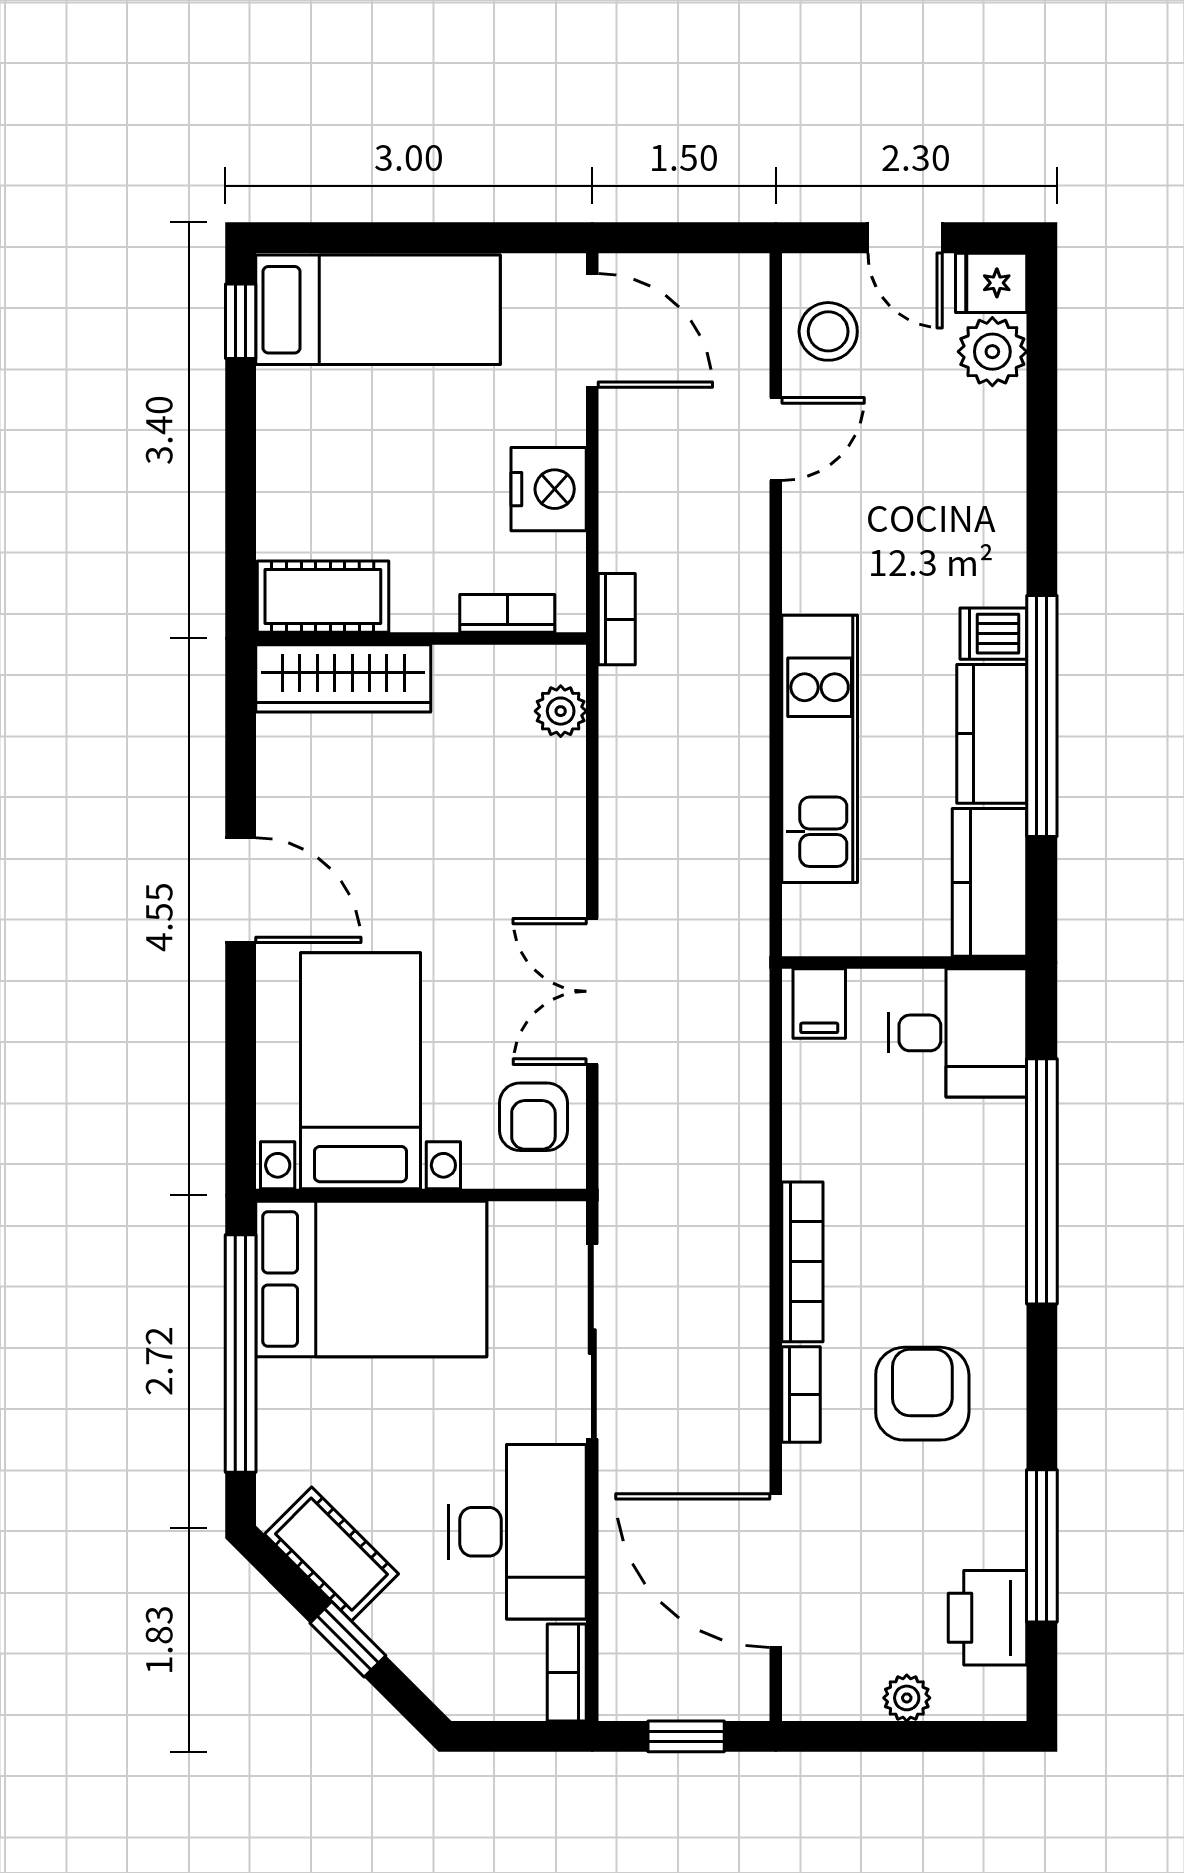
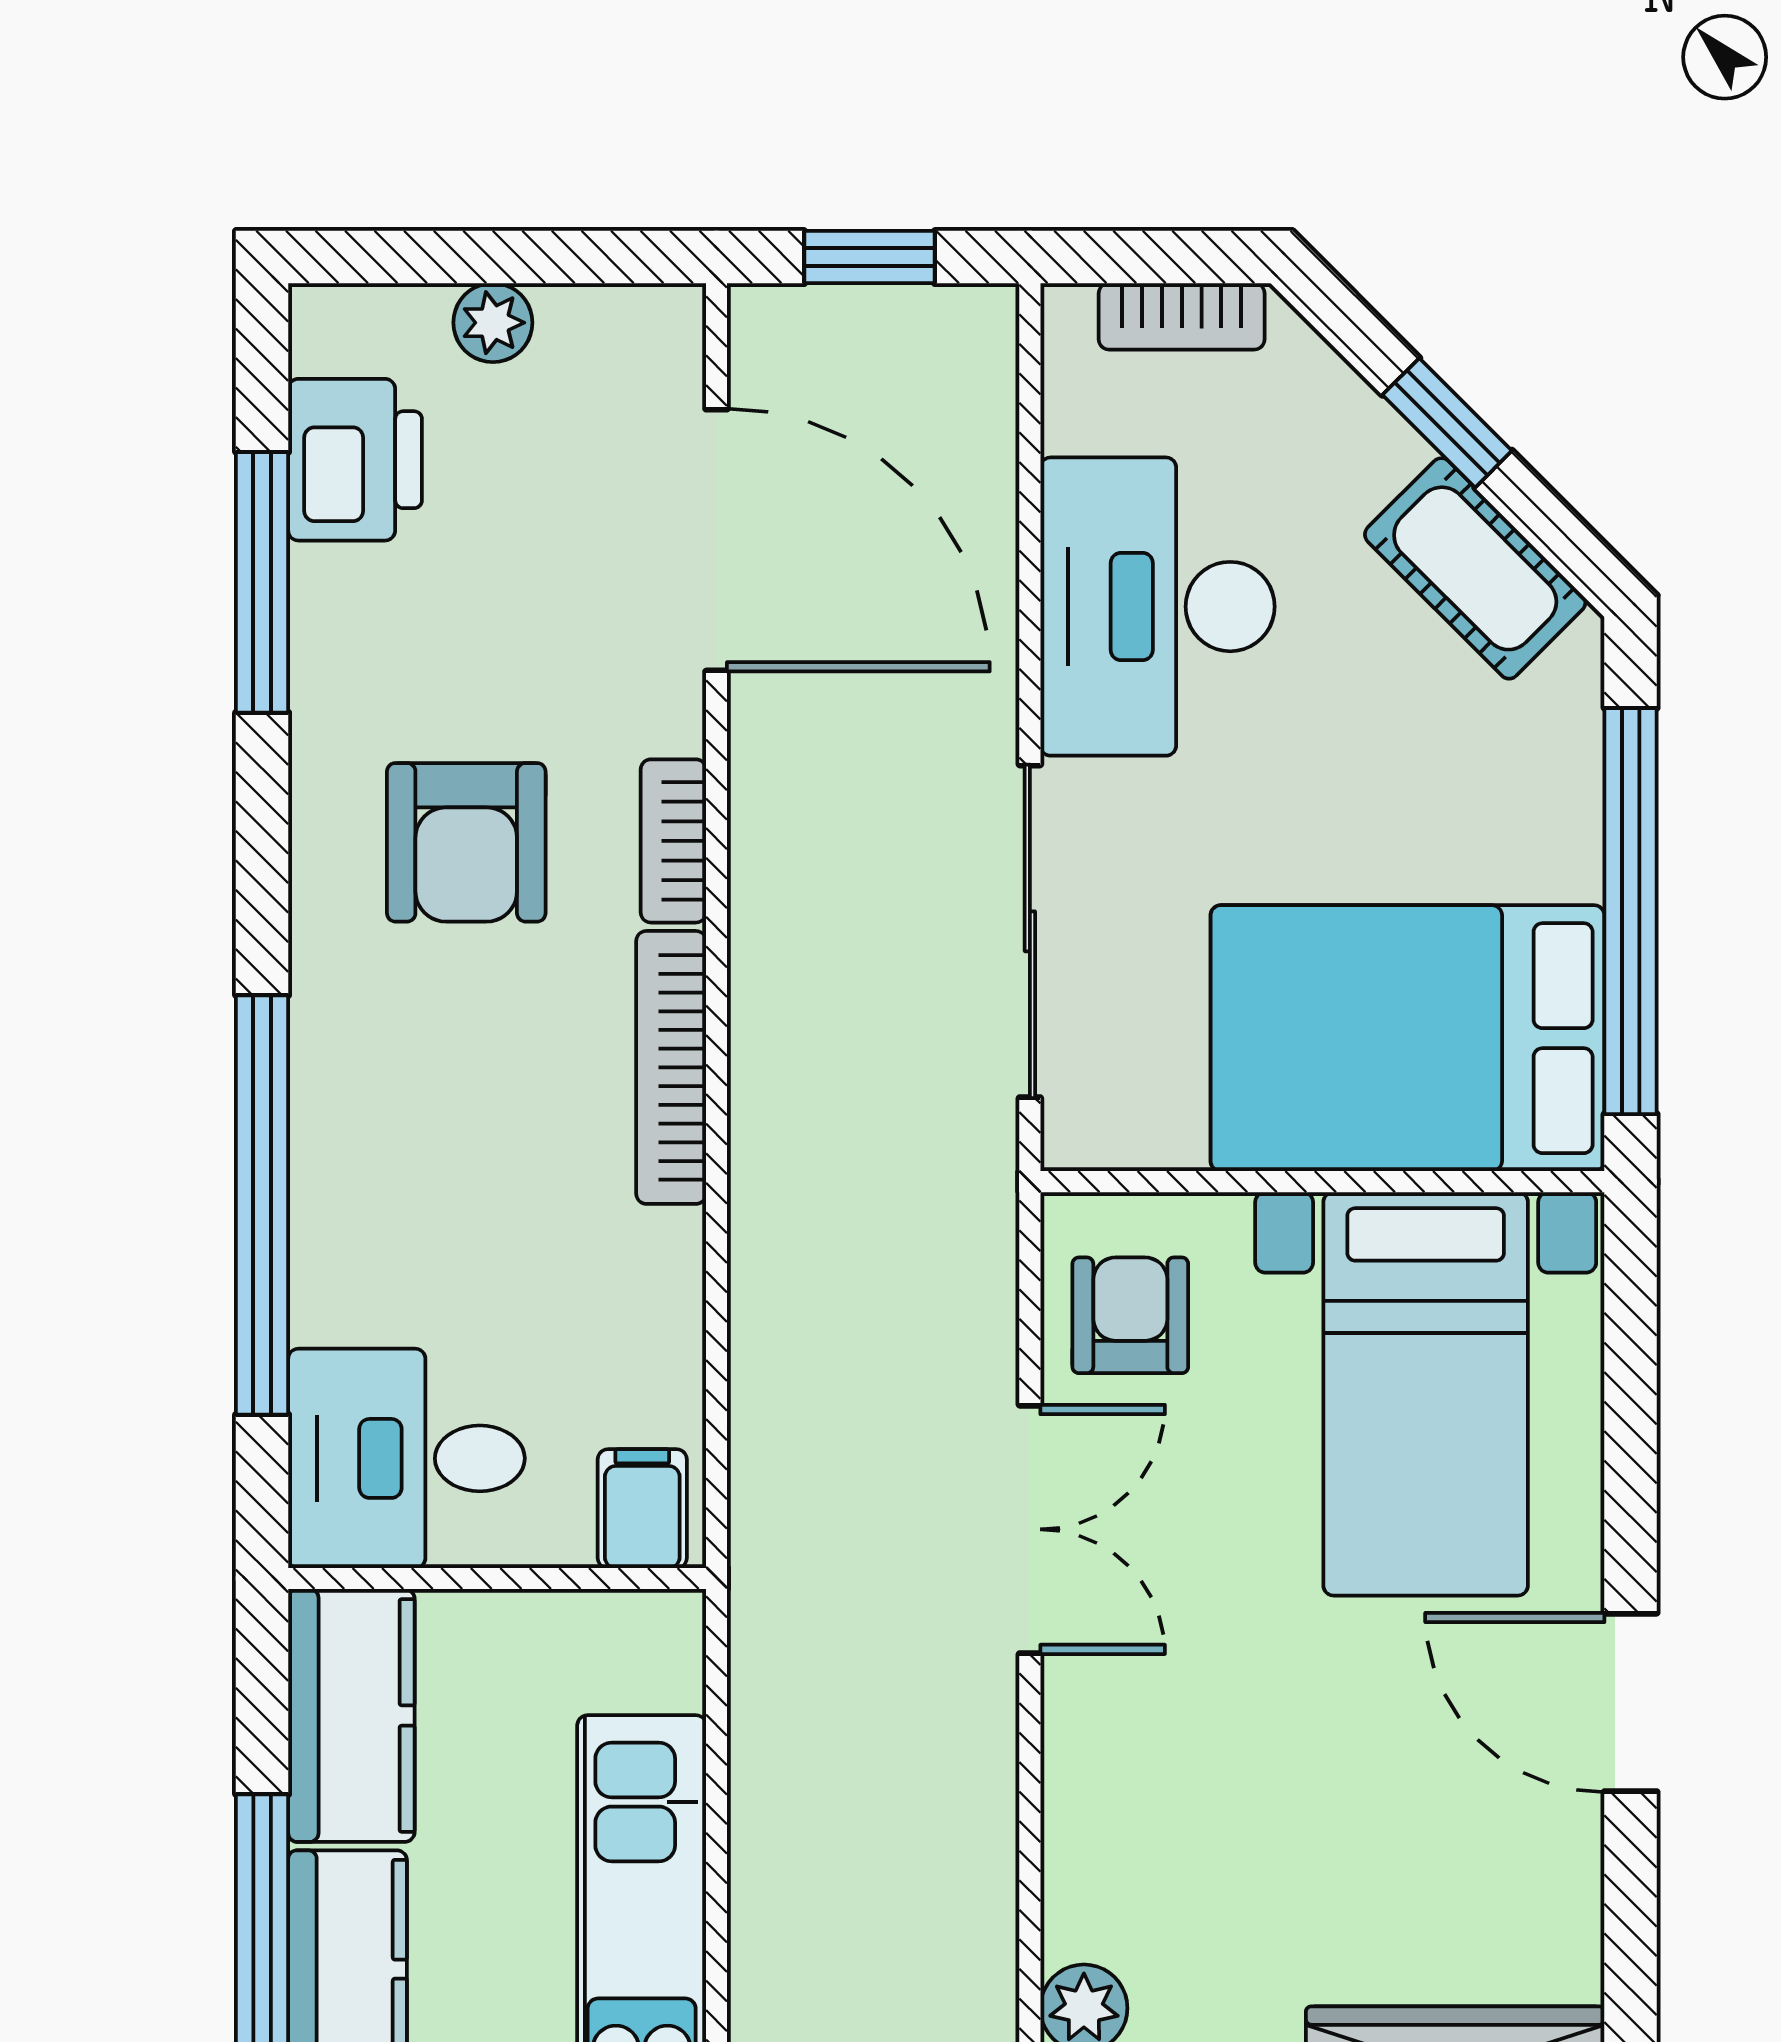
bookcase: (567, 1673) -> (1182, 316), moved, turned 90

